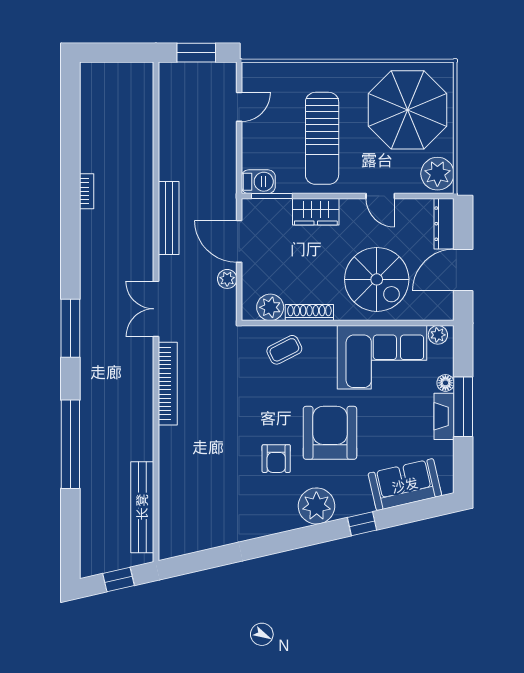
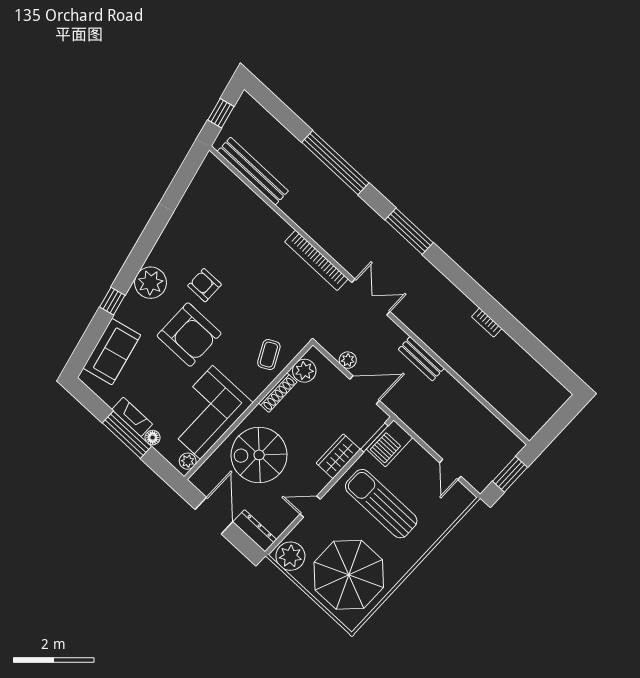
barbecue: (258, 182) -> (390, 443), width x1.38, depth x1.27
bench: (169, 218) -> (421, 359), width x0.73

